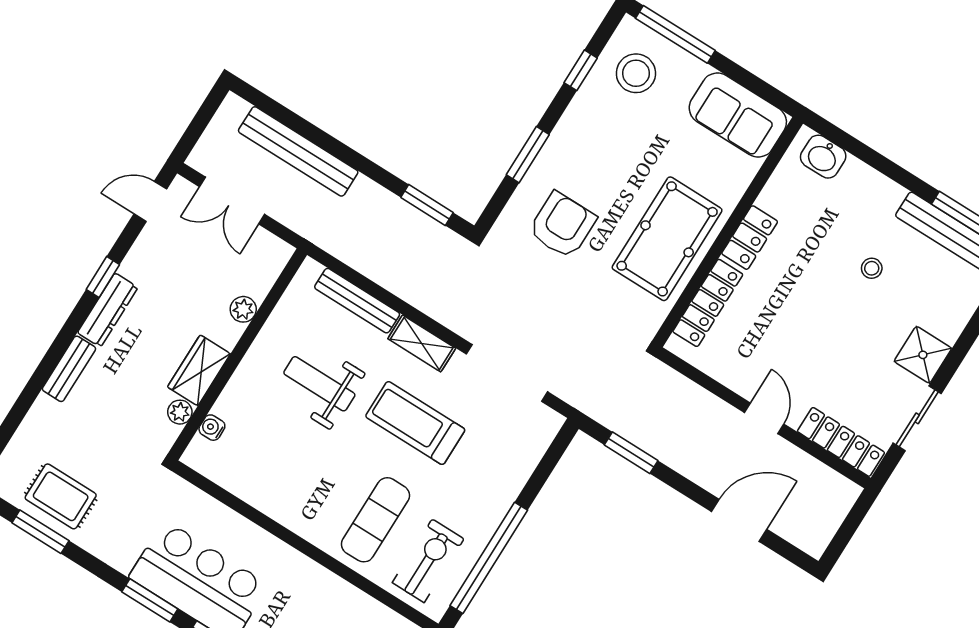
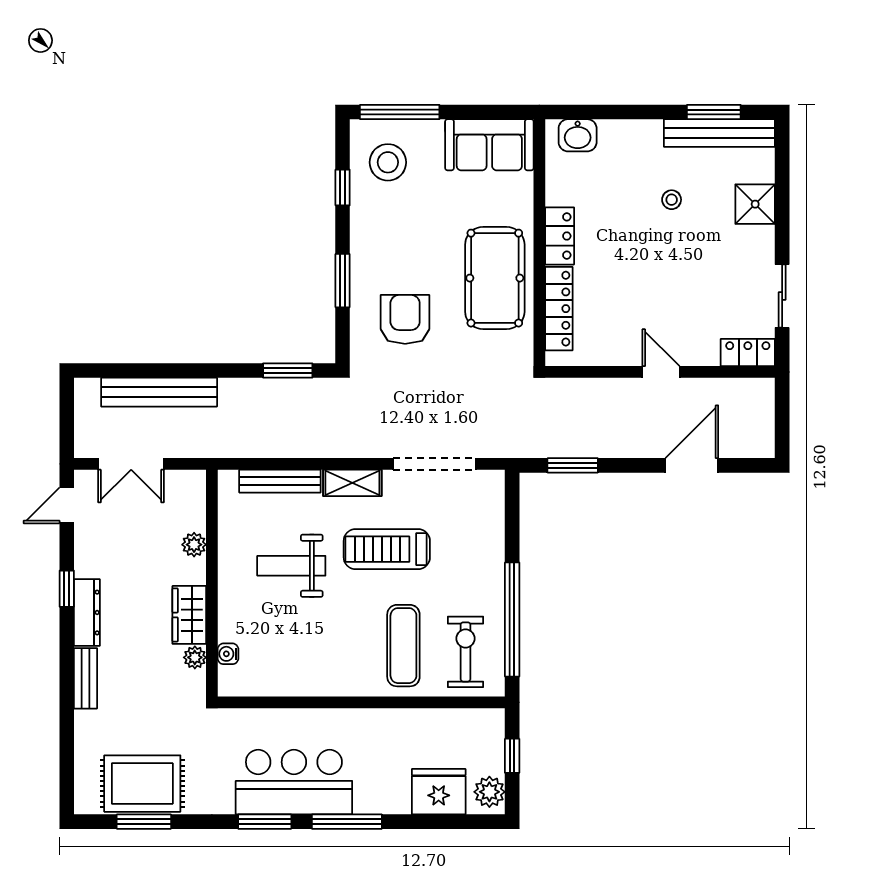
shower: (923, 355) -> (755, 204), moved
locker: (841, 442) -> (748, 353), width x0.66
rug: (61, 496) -> (142, 784), width x1.36, depth x1.43

